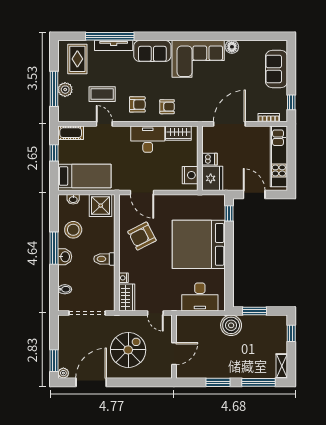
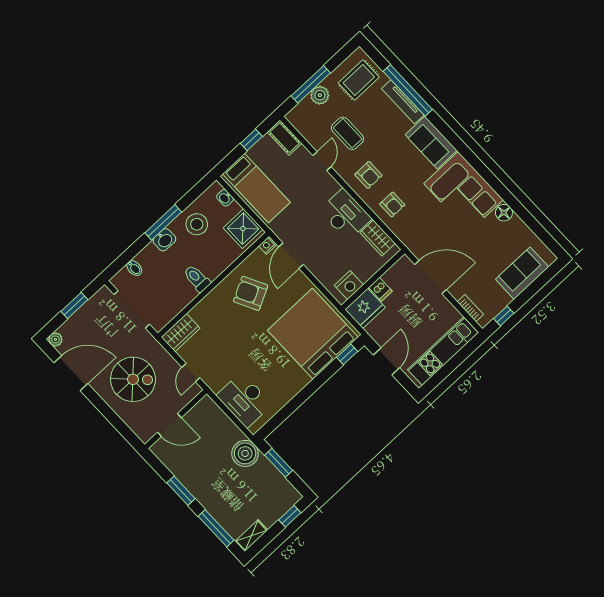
bed: (199, 244) -> (313, 334), moved
nightstand: (123, 278) -> (267, 246), moved
window: (54, 361) -> (74, 306), moved

